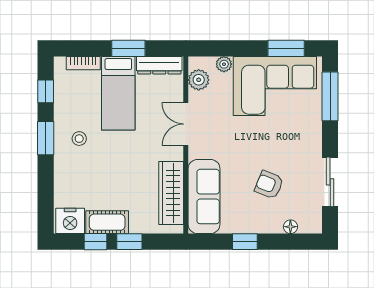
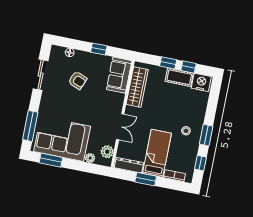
sofa: (204, 197) -> (119, 75), width x0.73

